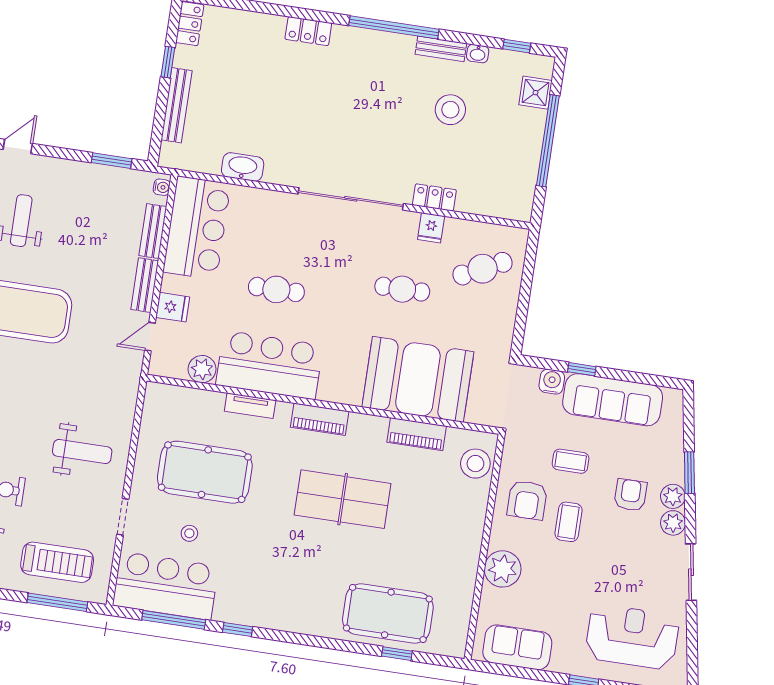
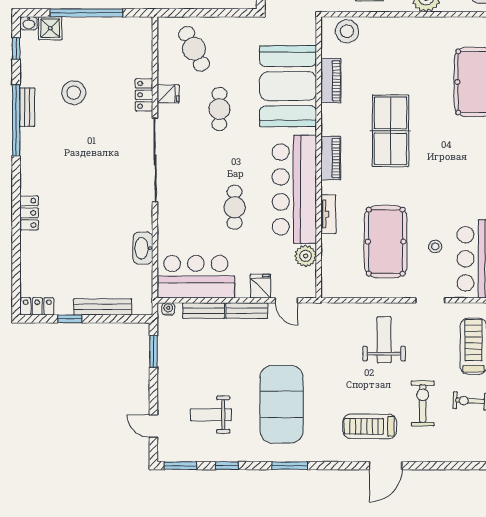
window: (394, 27) -> (16, 120), moved
washbasin: (478, 54) -> (29, 23), moved, turned 90
bar counter: (269, 365) -> (294, 189), width x1.36

